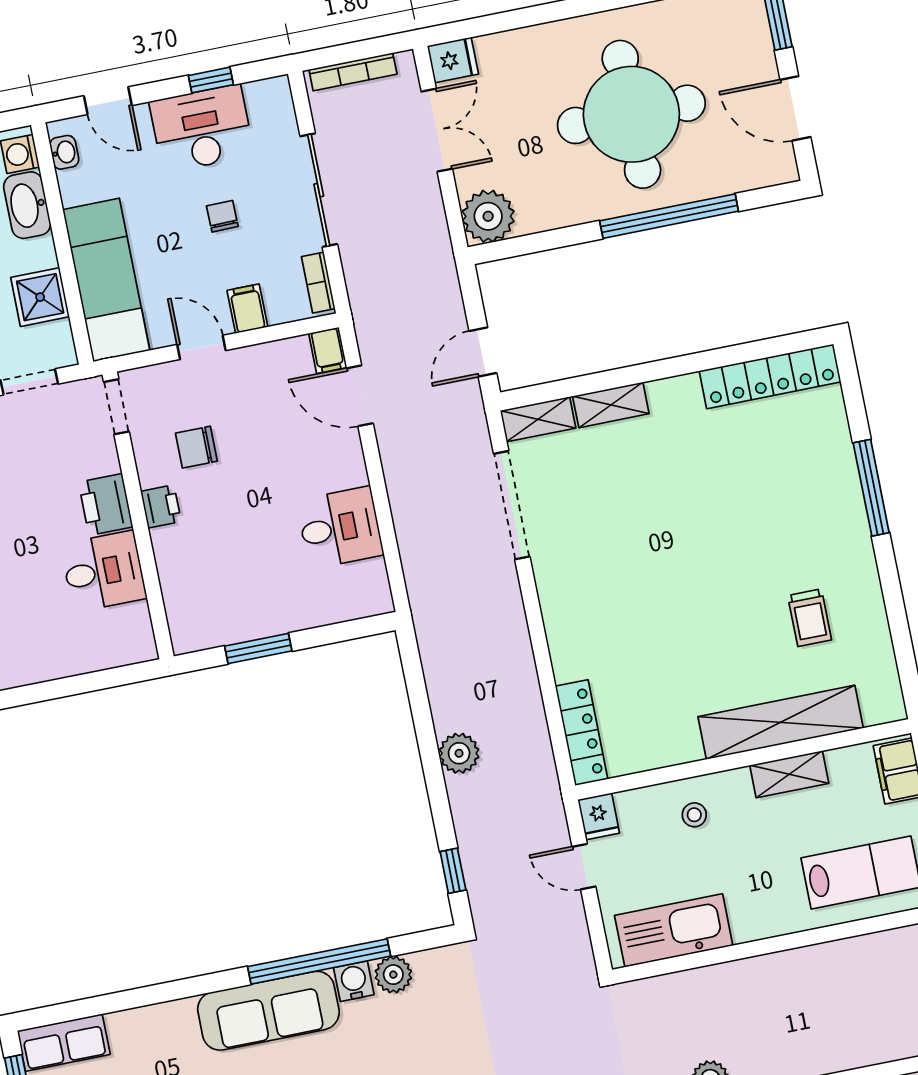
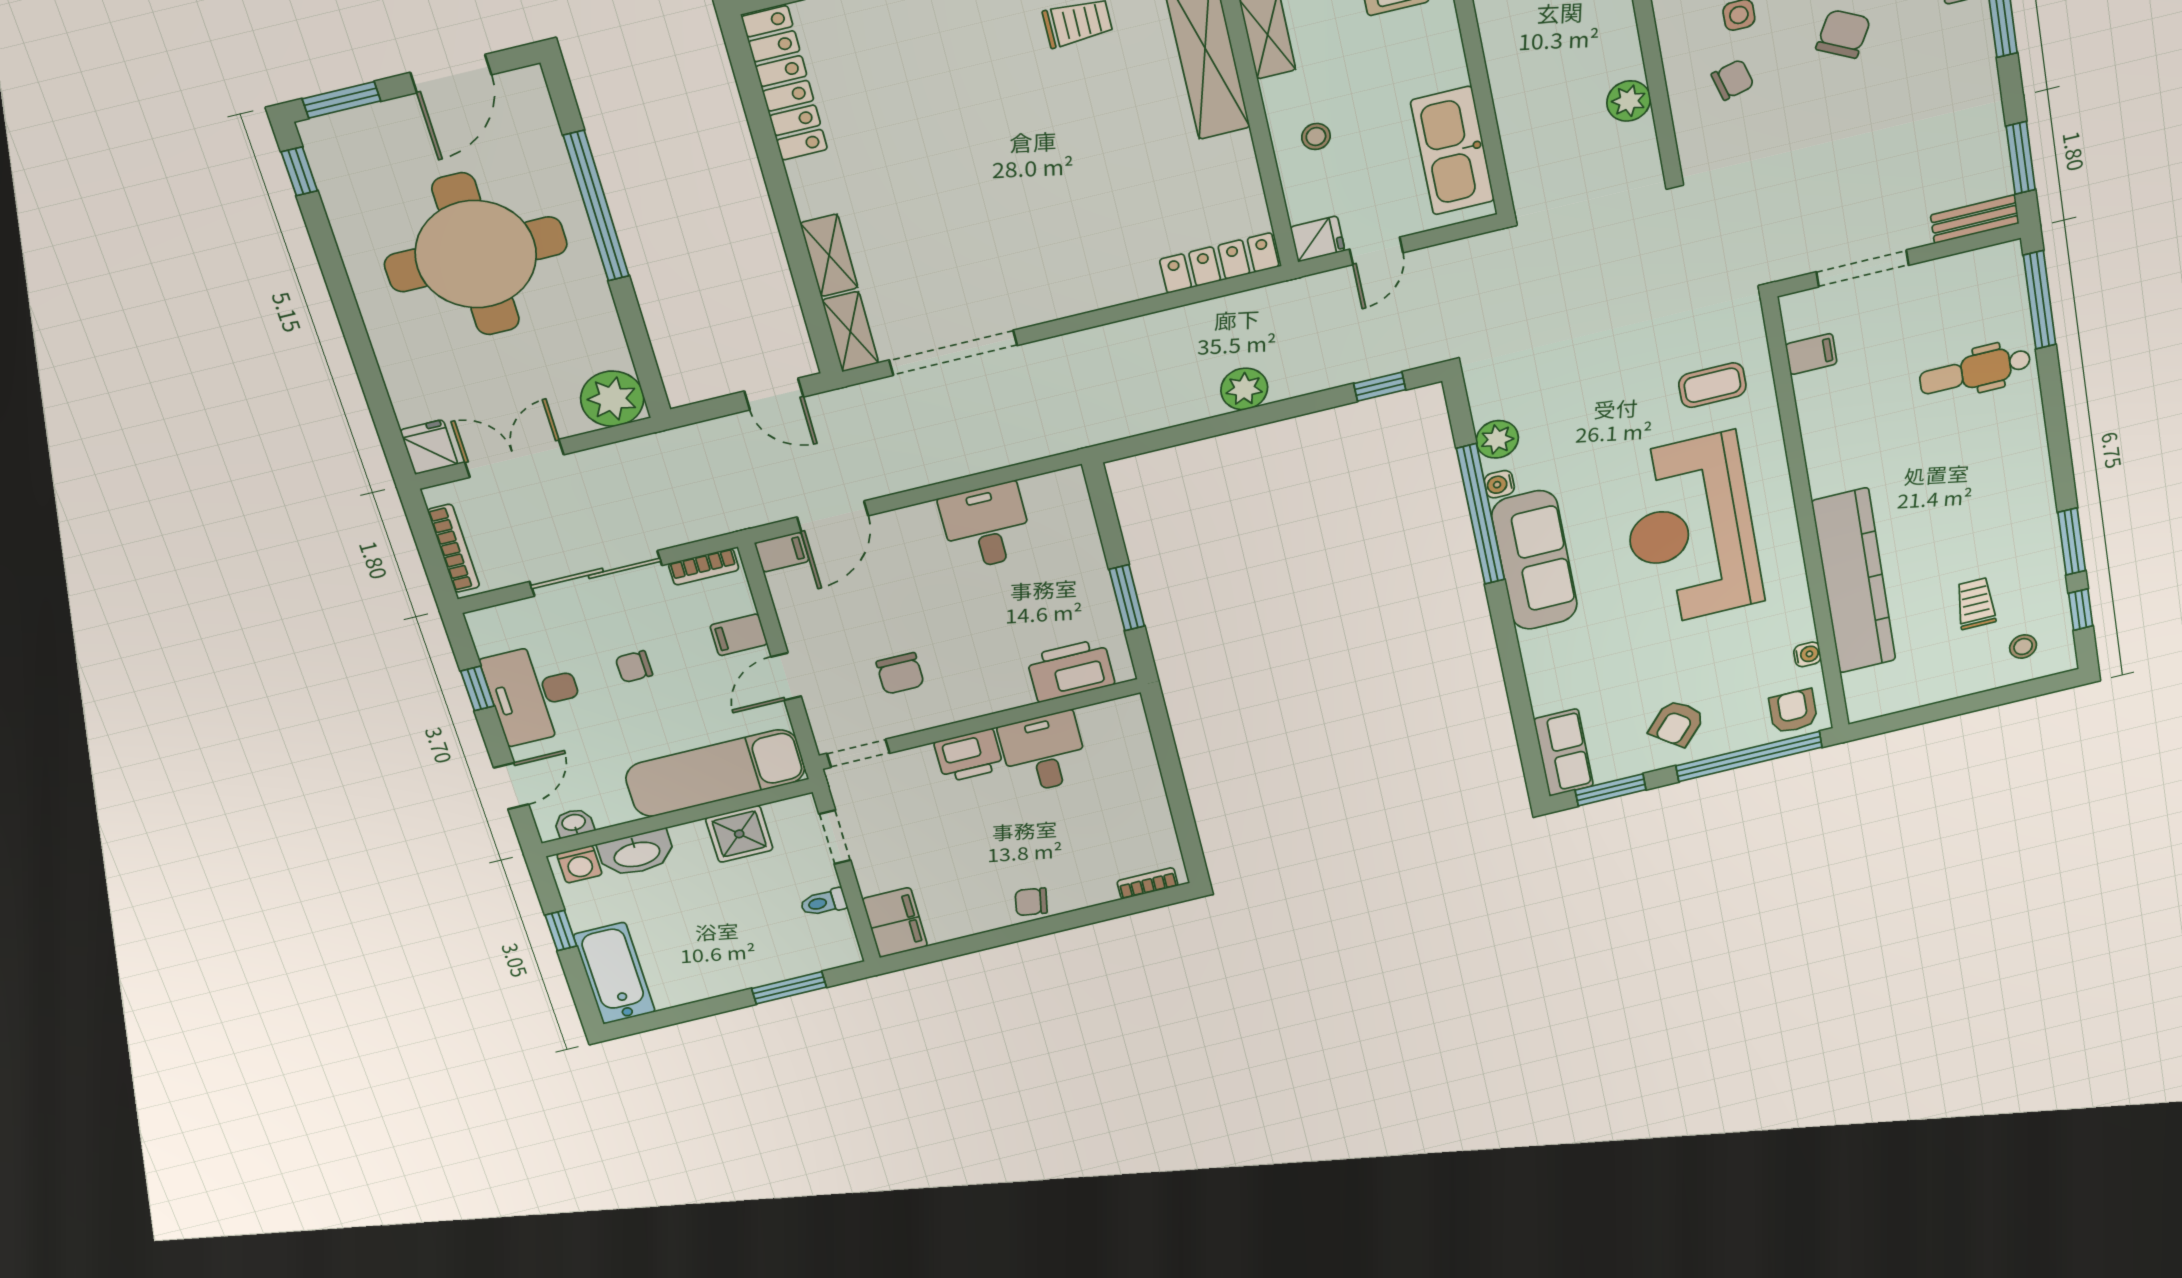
printer: (161, 506) -> (1071, 670), moved, width x1.87, depth x1.48
water cooler: (354, 981) -> (1499, 484), width x0.72, depth x0.72

